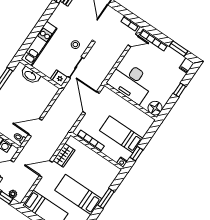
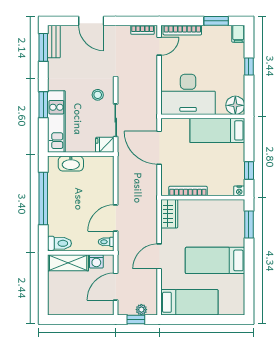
window: (38, 28) -> (43, 105), added
bed: (121, 134) -> (217, 130), moved
wardrobe: (64, 155) -> (169, 214), moved
window: (106, 198) -> (249, 225), moved

